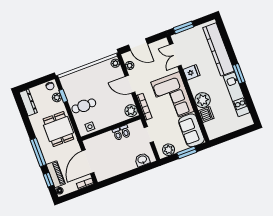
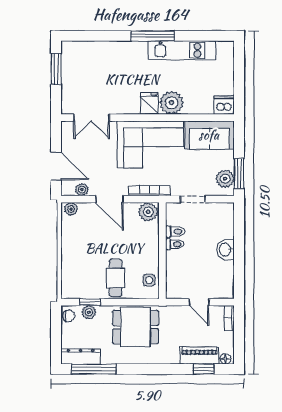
window: (184, 27) -> (56, 69), moved
door: (138, 45) -> (56, 166), hinge flipped
kitchen counter: (218, 49) -> (107, 52), removed
fridge: (192, 72) -> (149, 103), moved
window: (239, 74) -> (153, 36), width x1.44
door: (130, 84) -> (109, 199), hinge flipped
dishwasher: (206, 115) -> (224, 105), moved
window: (38, 152) -> (94, 369), moved
window: (187, 153) -> (239, 174), moved
washbasin: (142, 160) -> (225, 250), moved
door: (88, 162) -> (199, 302), width x0.53

